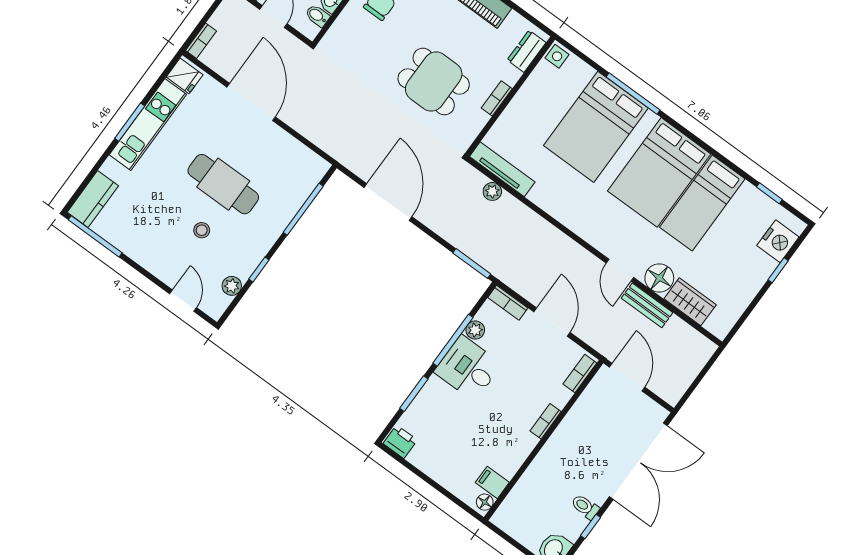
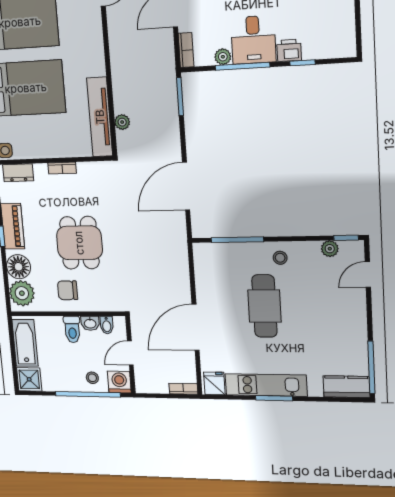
dining table: (434, 82) -> (79, 243), moved
tv unit: (502, 169) -> (100, 117), width x1.36, depth x1.29
stool: (202, 230) -> (280, 258), moved
window: (259, 270) -> (346, 238), moved
window: (414, 394) -> (302, 63), width x0.67
printer: (400, 442) -> (289, 50), moved, turned 90

